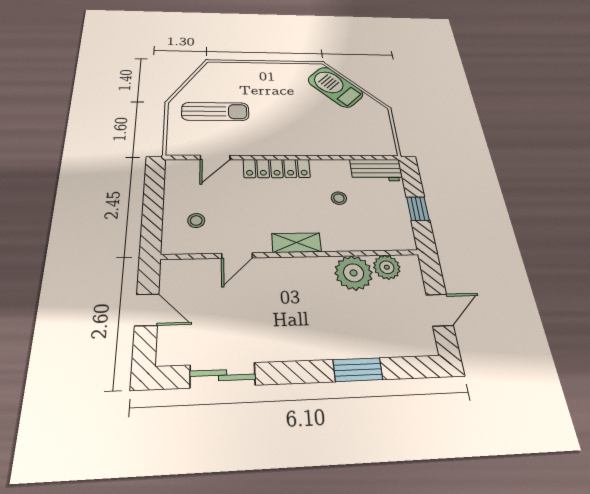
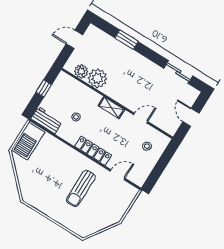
barbecue: (335, 87) -> (28, 141), moved, turned 45
sun lounger: (215, 111) -> (81, 188), moved, turned -90

